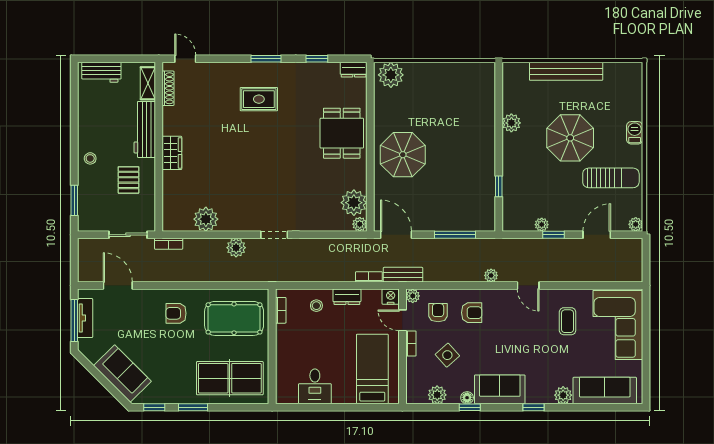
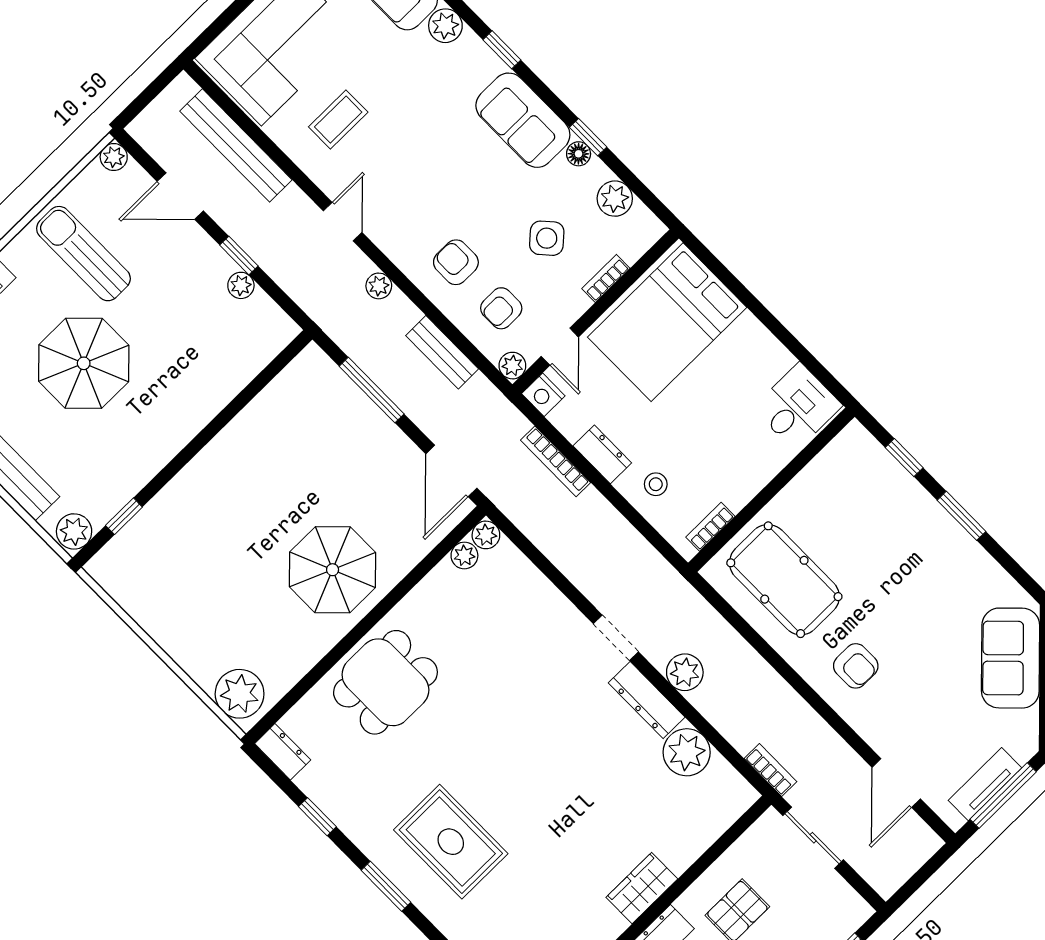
rug: (259, 99) -> (451, 842), width x1.36, depth x1.43
plant: (511, 123) -> (74, 531), moved
window: (499, 186) -> (124, 516), moved
plant: (354, 203) -> (464, 555), width x0.53, depth x0.53
dresser: (240, 223) -> (647, 700), added
bench: (595, 274) -> (236, 145), added
bench: (403, 275) -> (442, 352), moved
bookcase: (369, 277) -> (556, 461), width x1.56
bookcase: (411, 343) -> (606, 278), moved
bed: (372, 369) -> (667, 322), width x1.50
table tennis table: (230, 378) -> (872, 505), removed
desk: (315, 386) -> (798, 407), moved
window: (154, 407) -> (904, 458), moved

